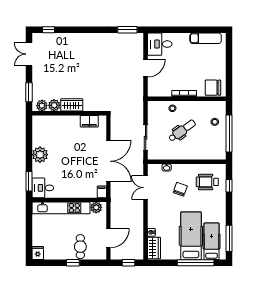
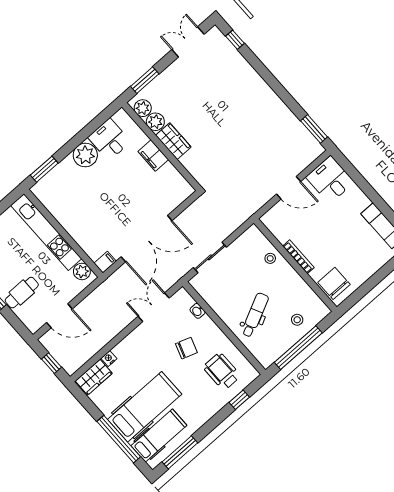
filing cabinet: (89, 121) -> (153, 156), moved
dental chair: (182, 131) -> (255, 315), moved, turned -80
desk: (43, 188) -> (109, 139), moved

